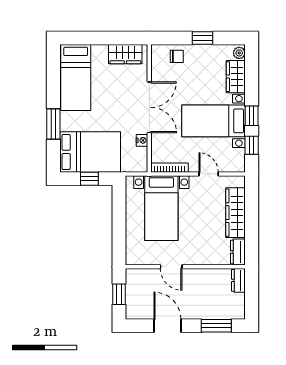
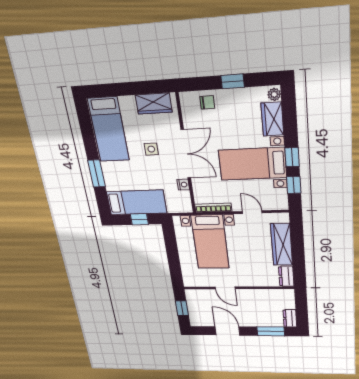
side table: (115, 100) -> (151, 149), added
bed: (90, 152) -> (137, 202), width x0.67
dresser: (238, 280) -> (290, 318), moved

